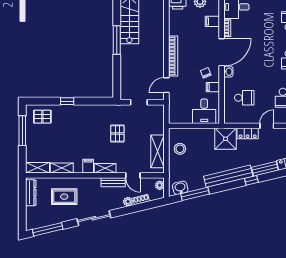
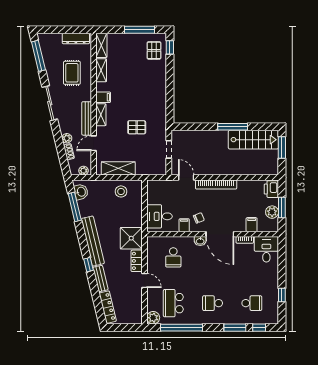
window: (67, 101) -> (170, 47), moved
bench: (113, 182) -> (87, 118), width x1.36

